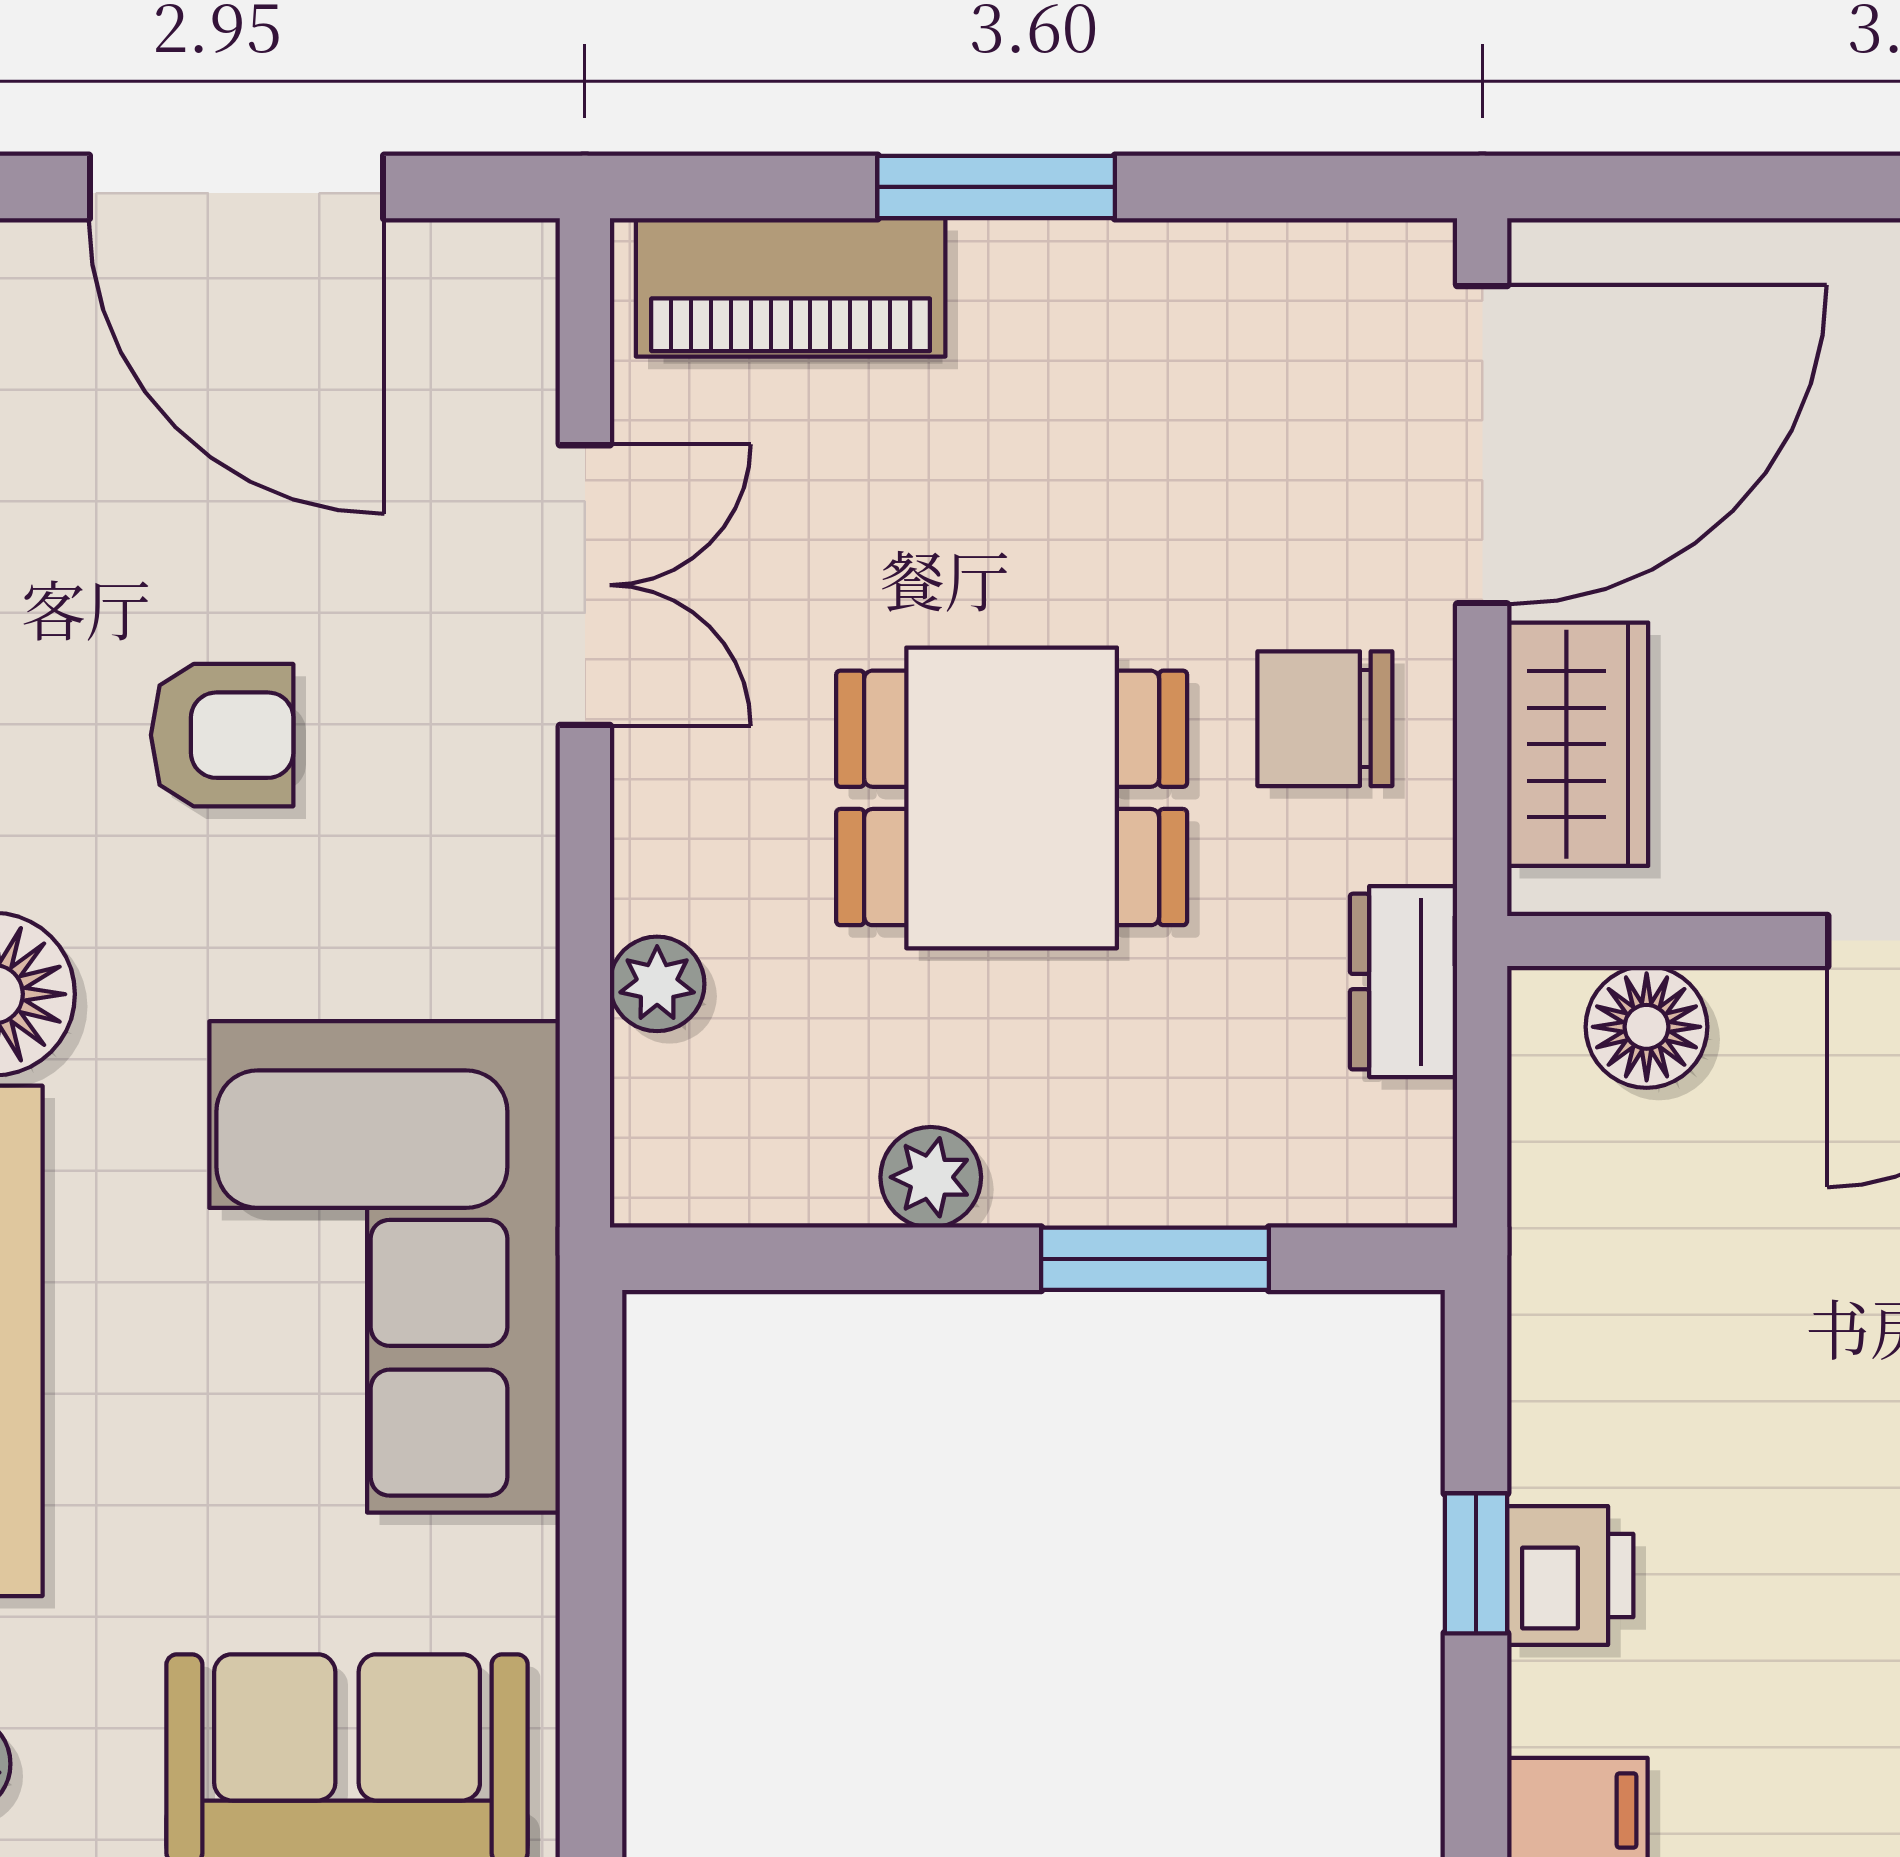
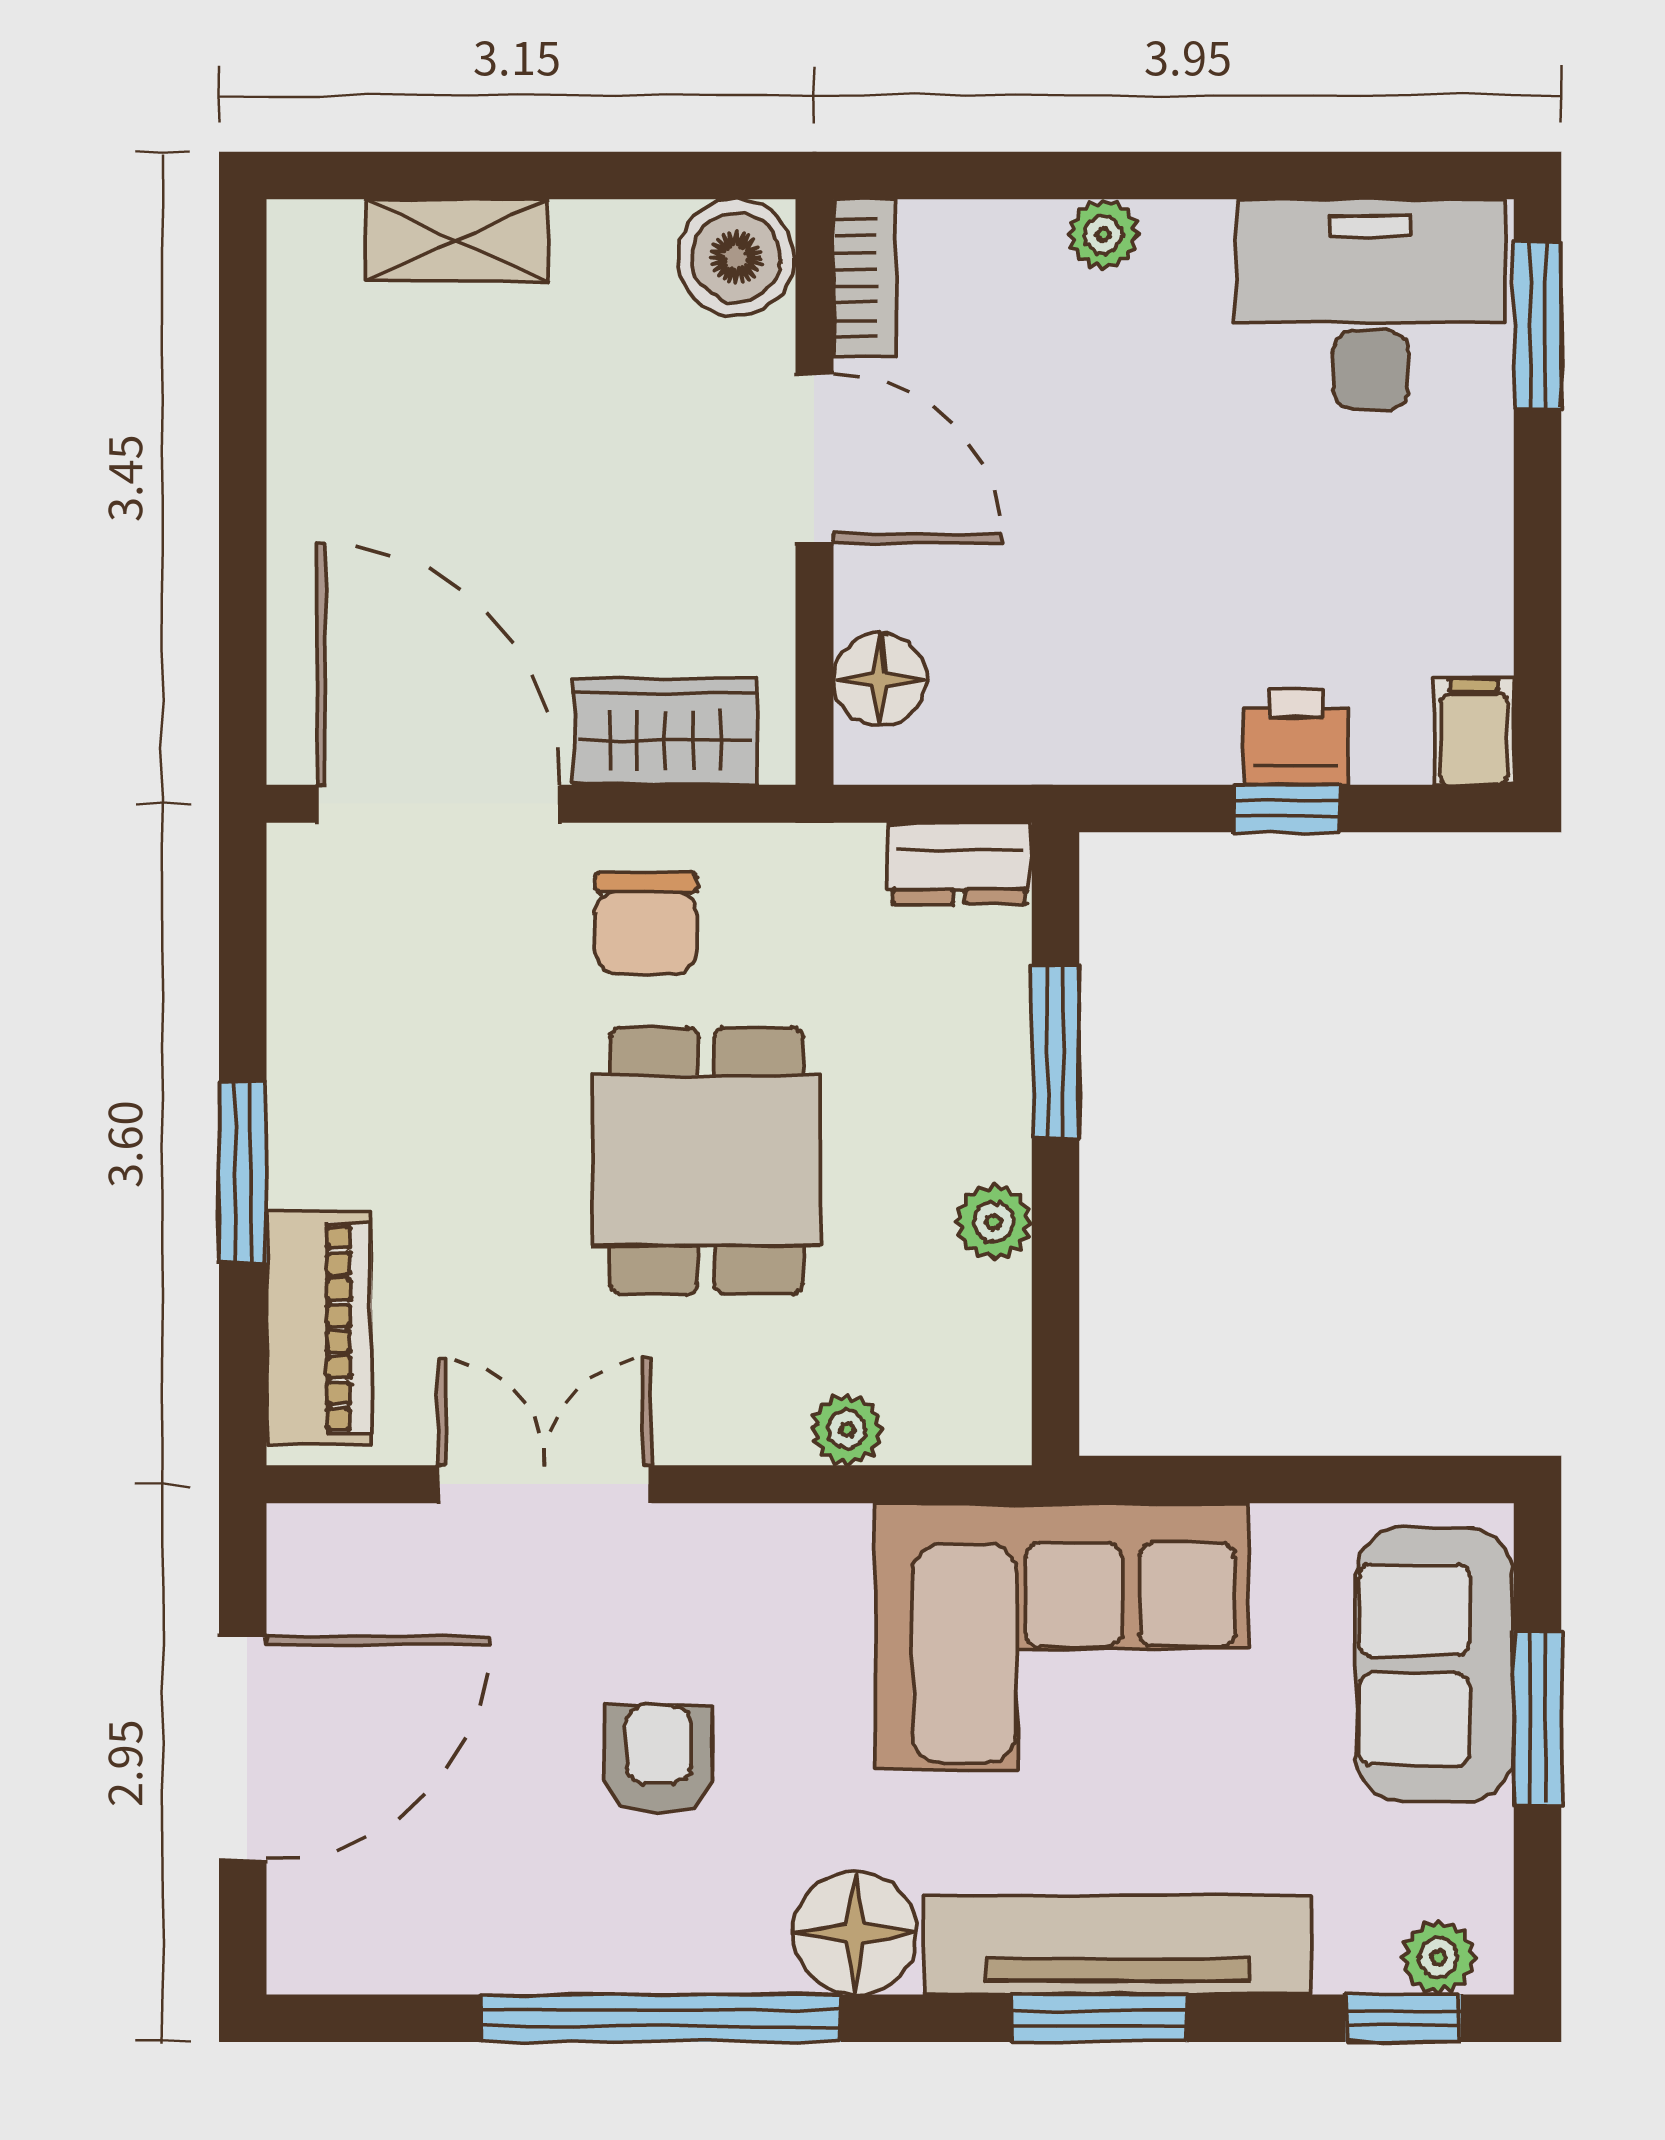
dresser: (1404, 982) -> (959, 863), moved

